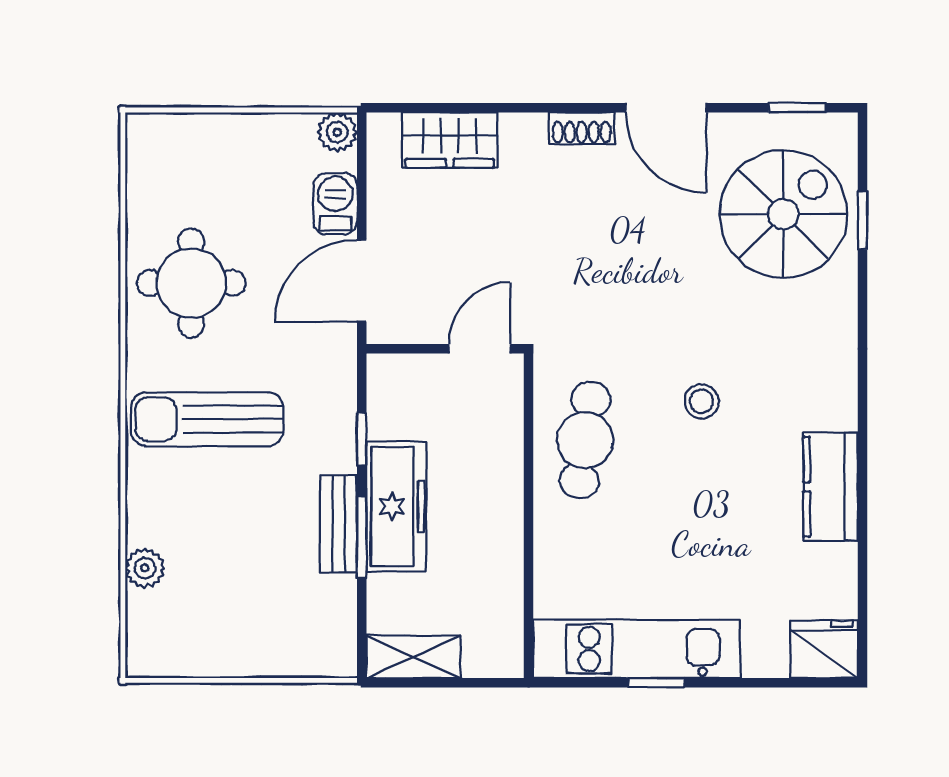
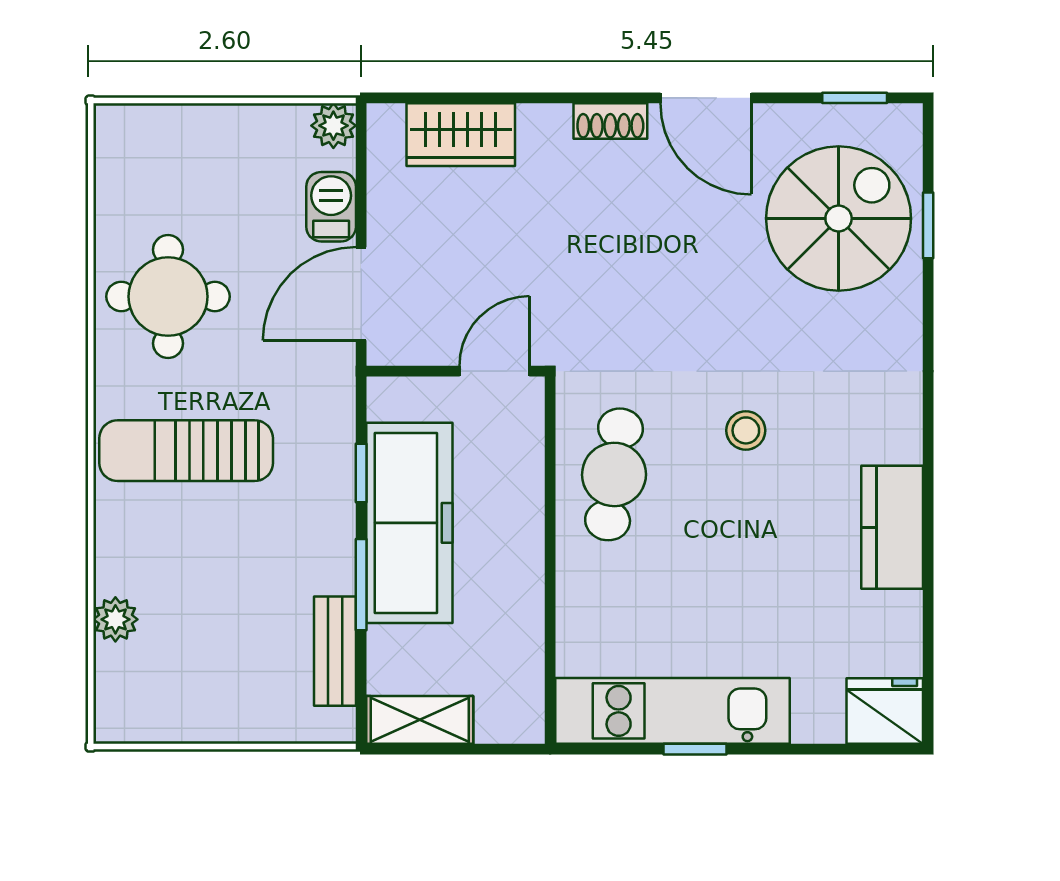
freezer: (396, 506) -> (409, 523), width x1.36, depth x1.26
bench: (339, 524) -> (335, 651), moved

